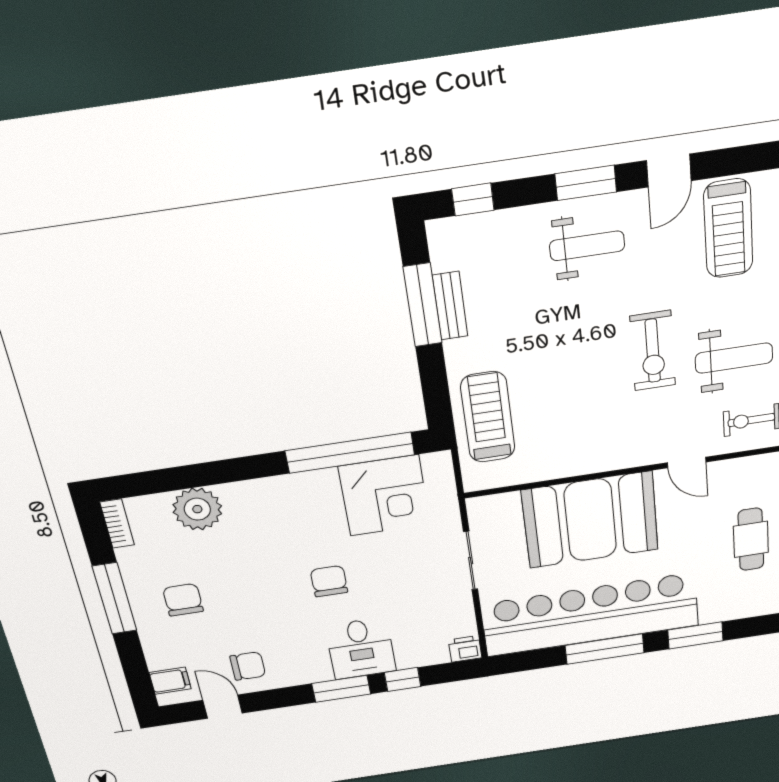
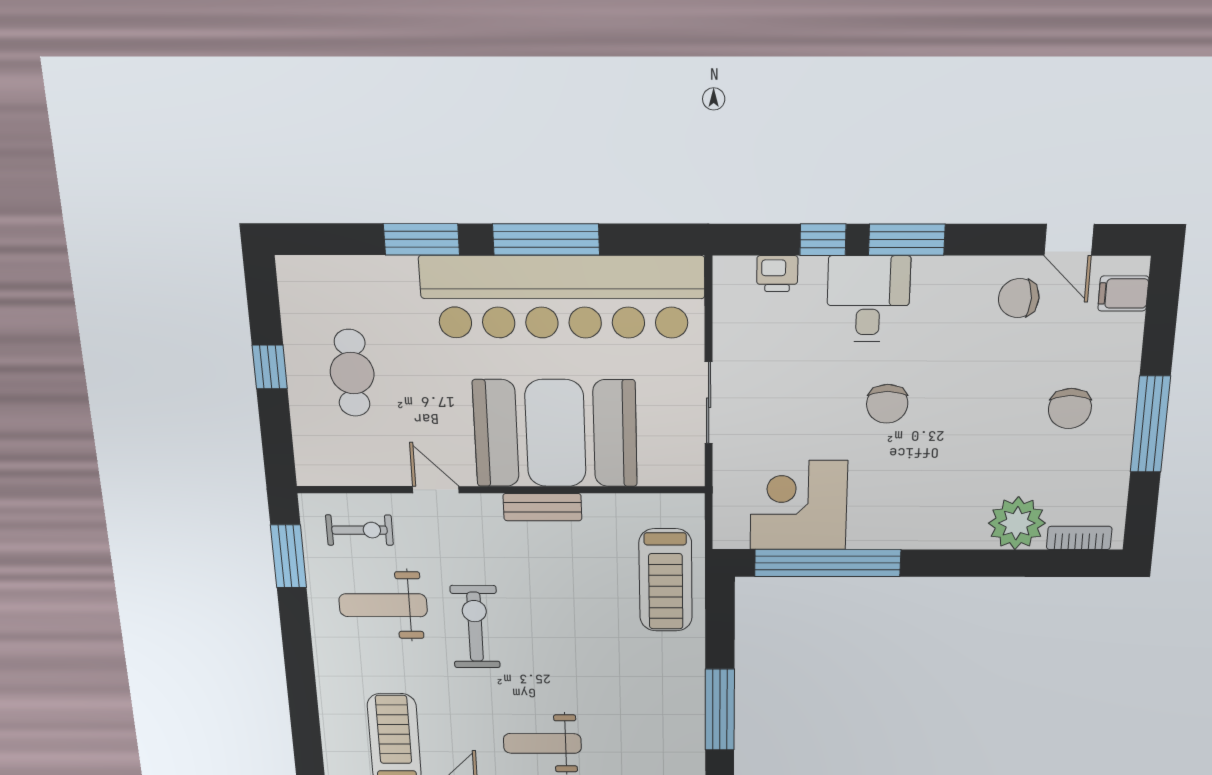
bench: (450, 306) -> (542, 507), moved, turned 90
bookcase: (117, 524) -> (1079, 538), moved, turned 90
printer: (465, 649) -> (777, 274), moved

